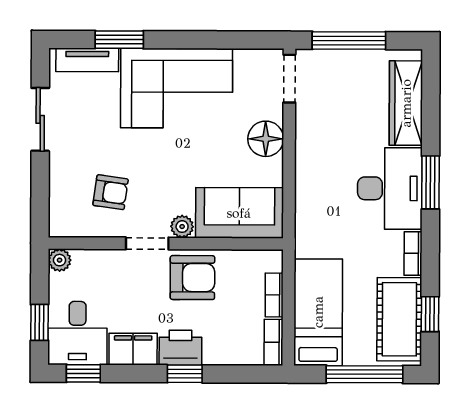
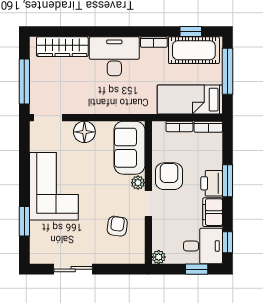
tv unit: (87, 60) -> (37, 241), removed
window: (430, 182) -> (111, 32), removed
window: (185, 374) -> (227, 181), width x1.50

